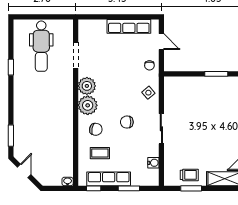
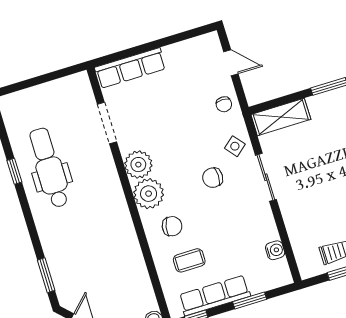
row of seats: (129, 26) -> (130, 68), moved
dental chair: (41, 46) -> (49, 168), moved, turned 180
shelving: (181, 84) -> (281, 117), added
chair: (127, 122) -> (213, 178), moved
sliding door: (161, 129) -> (266, 177), moved

